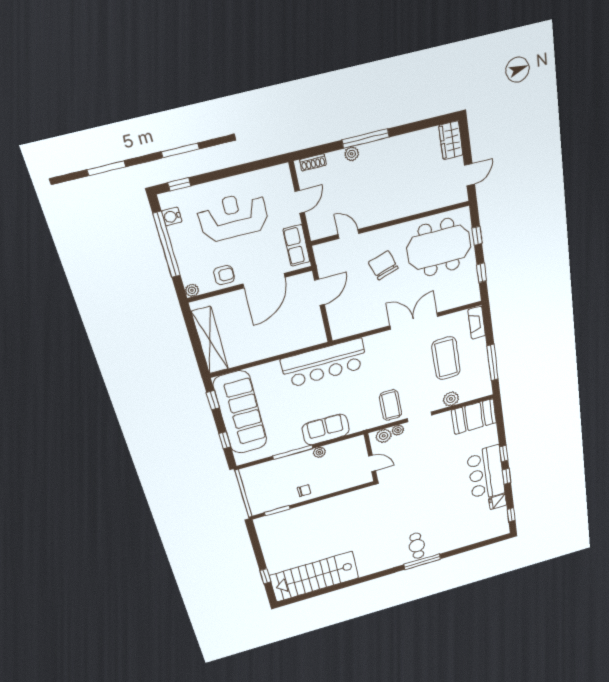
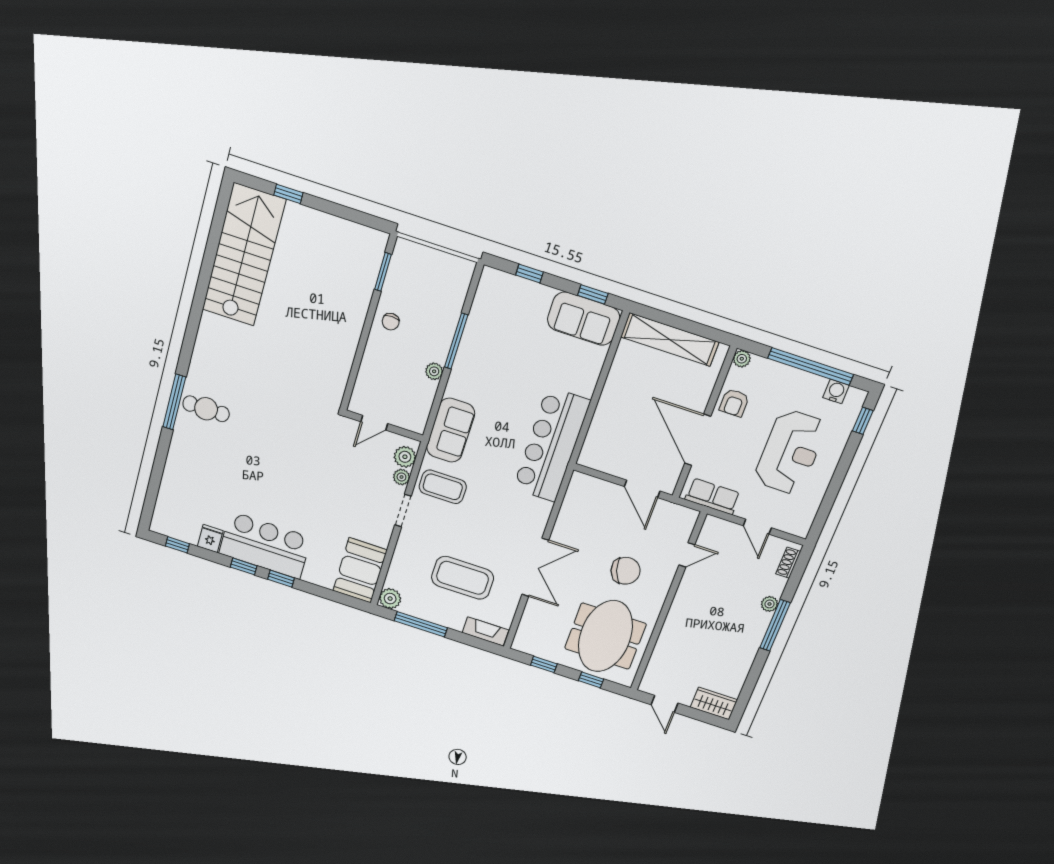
plant: (451, 399) -> (390, 599), moved
sofa: (240, 413) -> (584, 319), width x0.54, depth x0.79
sofa: (326, 429) -> (451, 430), moved

